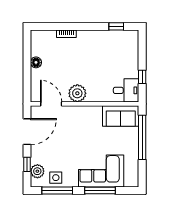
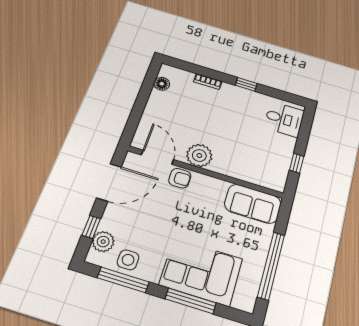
window: (116, 26) -> (246, 84), moved
floor lamp: (36, 62) -> (162, 84), moved
desk: (126, 90) -> (284, 119), moved
armchair: (70, 114) -> (180, 178), added
window: (142, 137) -> (271, 266), moved

